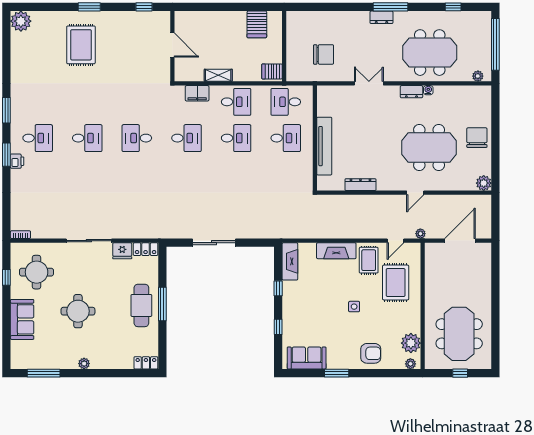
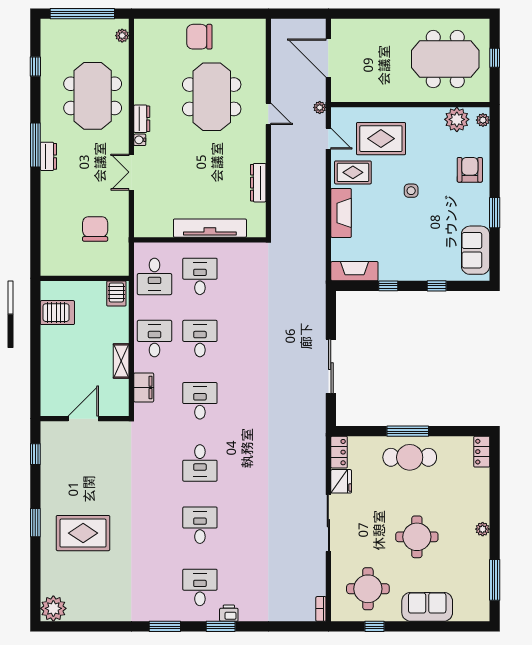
water cooler: (428, 90) -> (140, 140), moved
plant: (484, 183) -> (256, 28), removed

